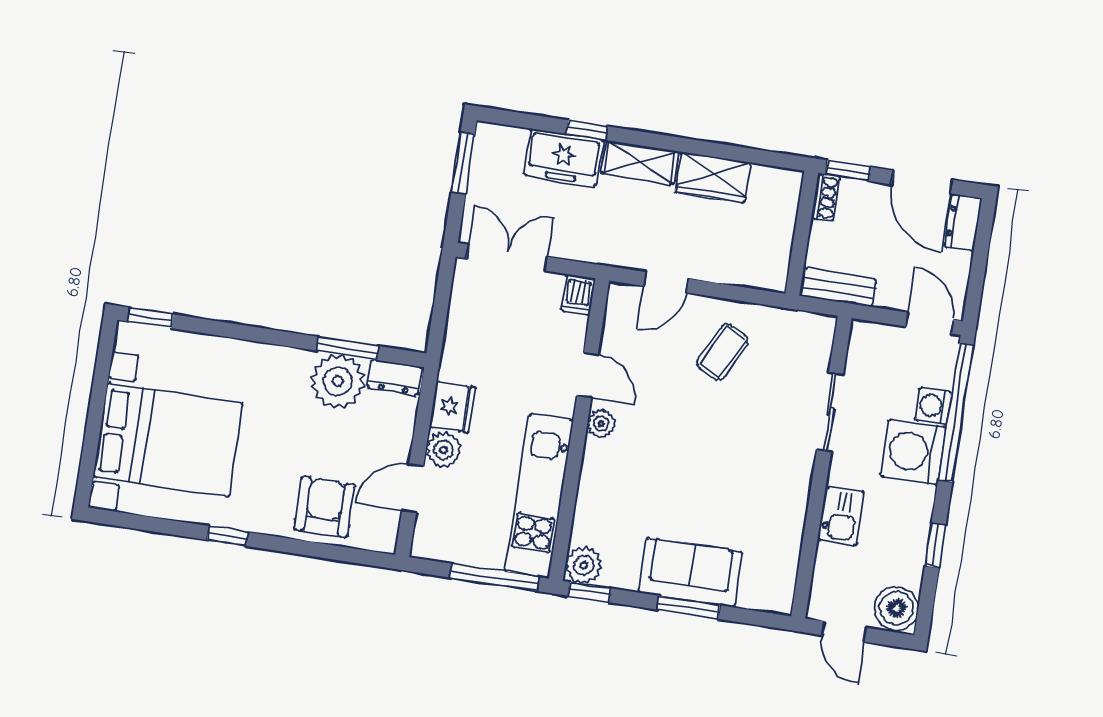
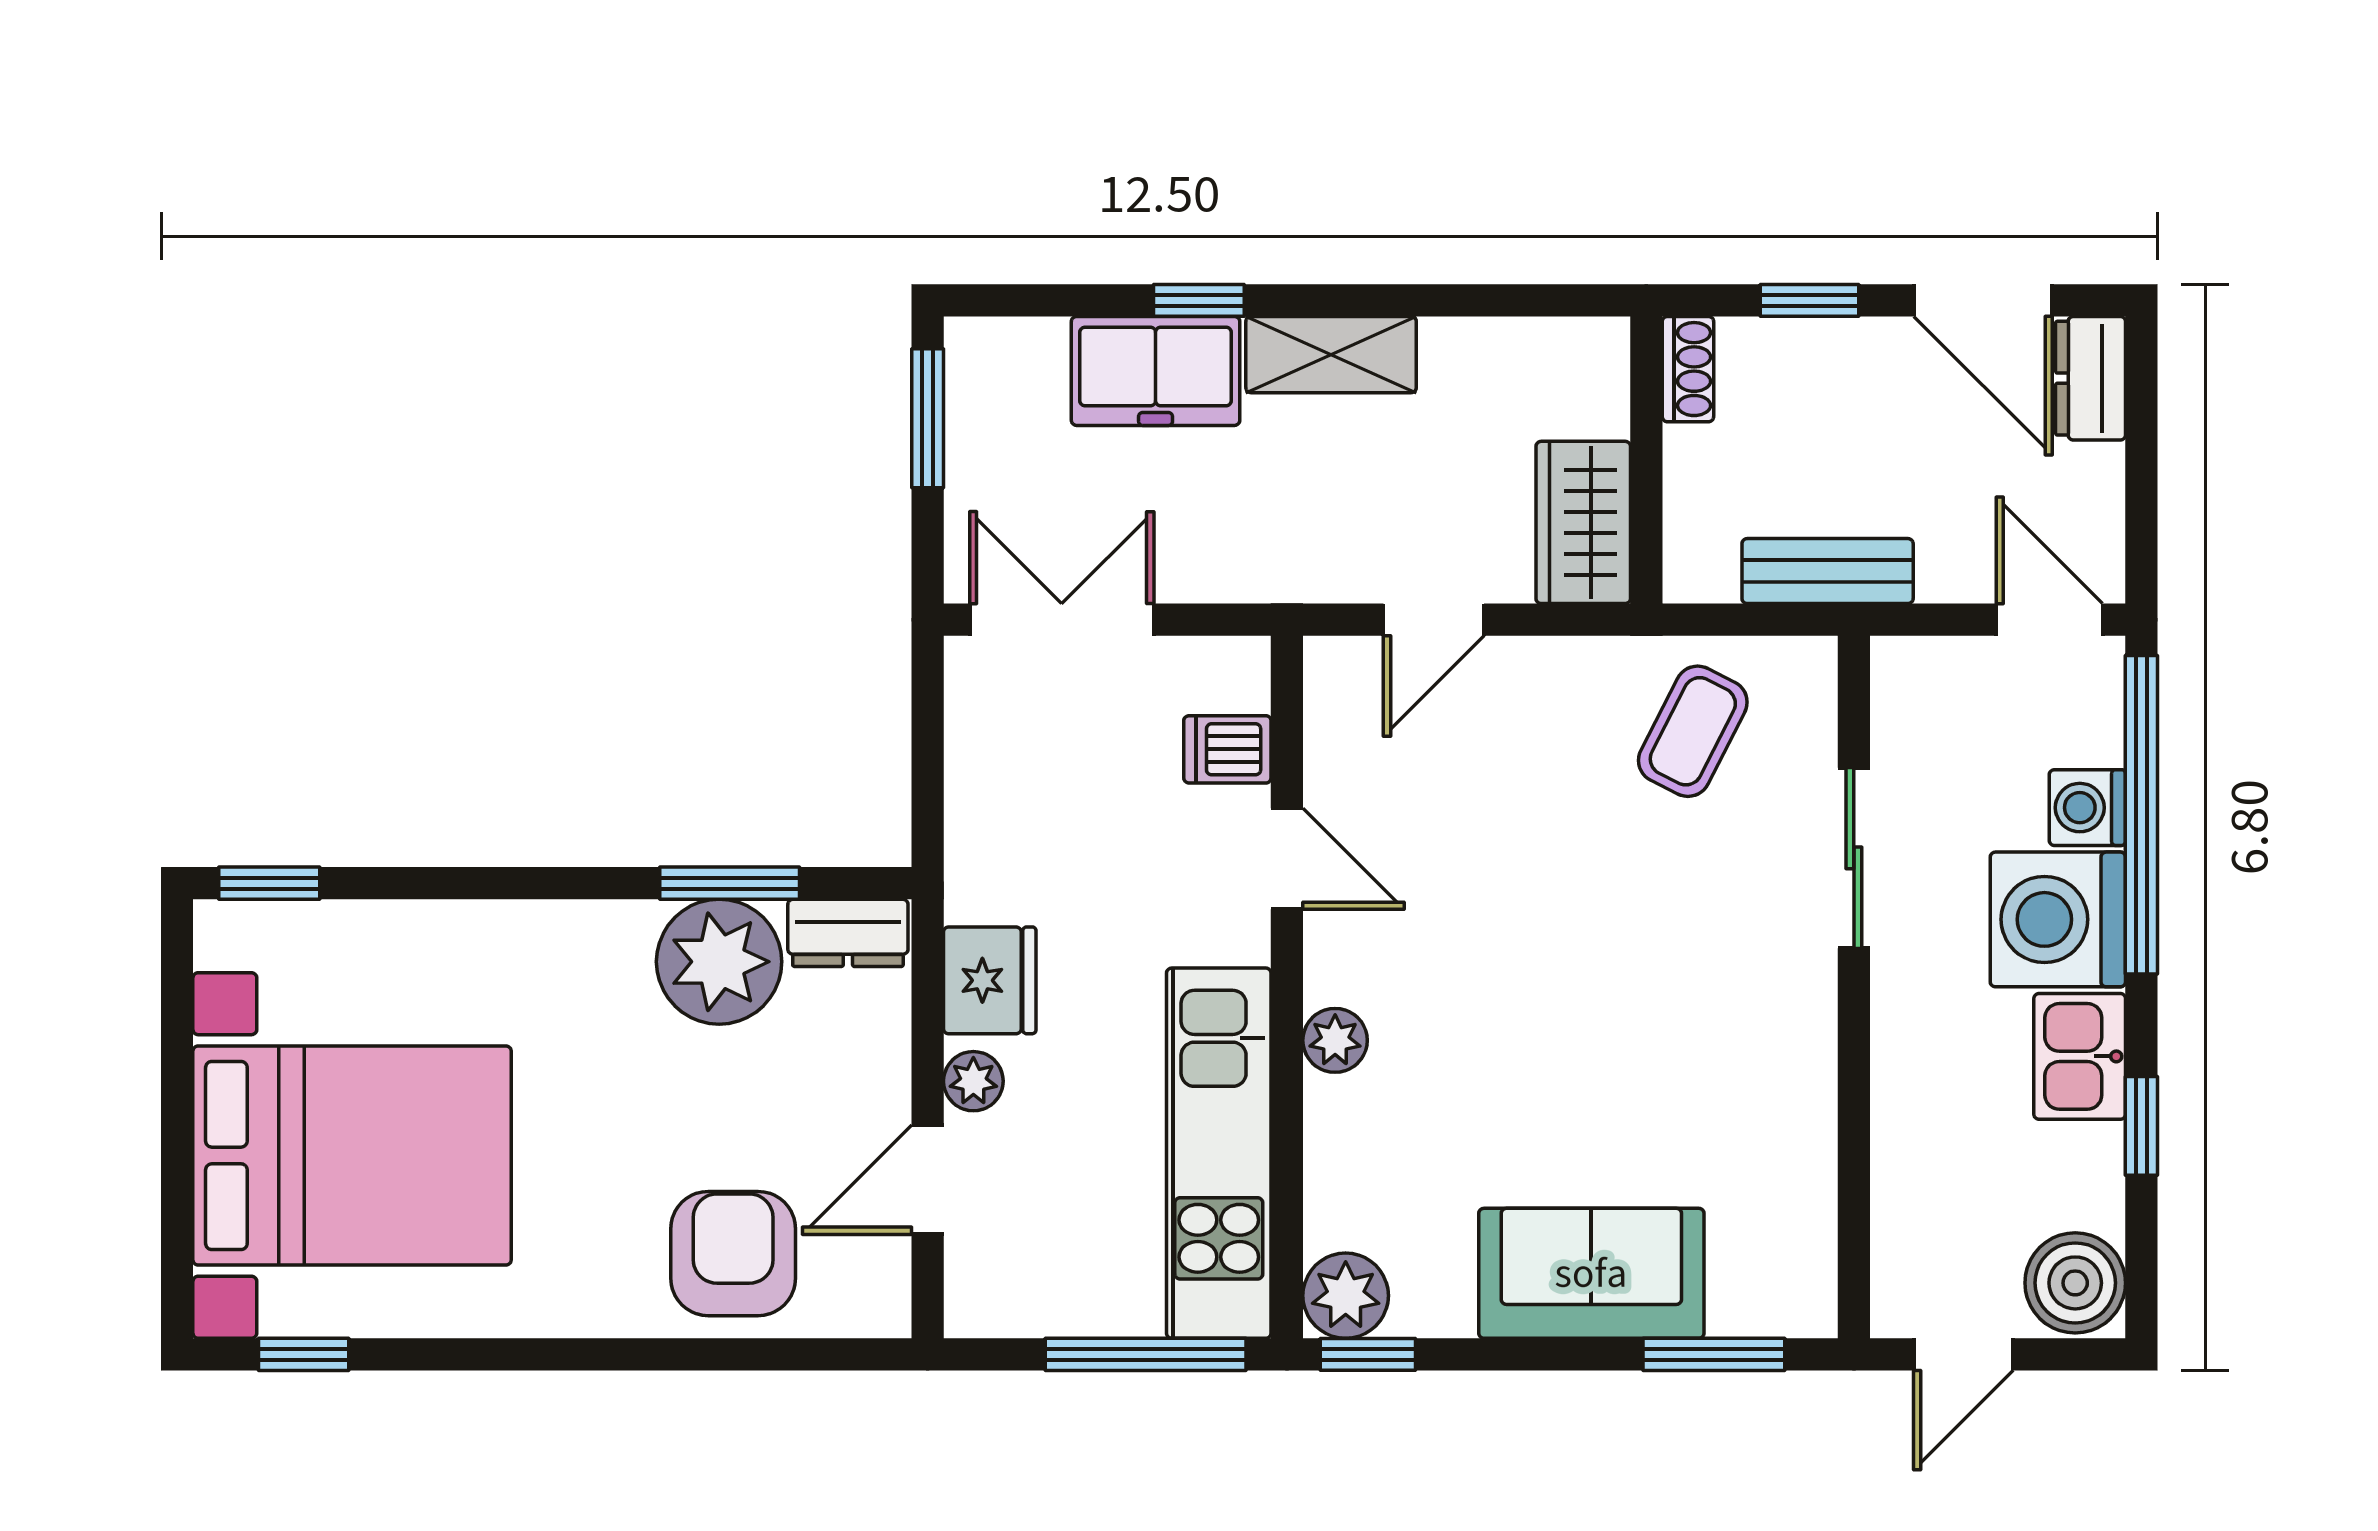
wardrobe: (713, 177) -> (1583, 522), moved, turned 90
shoe rack: (826, 197) -> (1688, 369), moved
wall: (802, 233) -> (1646, 460), moved
dishwasher: (578, 295) -> (1227, 749), moved, turned 90
coffee table: (723, 352) -> (1693, 731), moved
plant: (601, 424) -> (1335, 1040), moved
plant: (443, 450) -> (973, 1081), width x0.73, depth x0.73
kitchen sink: (841, 516) -> (2080, 1056), moved, turned 180
window: (228, 536) -> (304, 1354), moved
window: (688, 607) -> (1714, 1354), moved
door: (844, 631) -> (1963, 1354), hinge flipped

